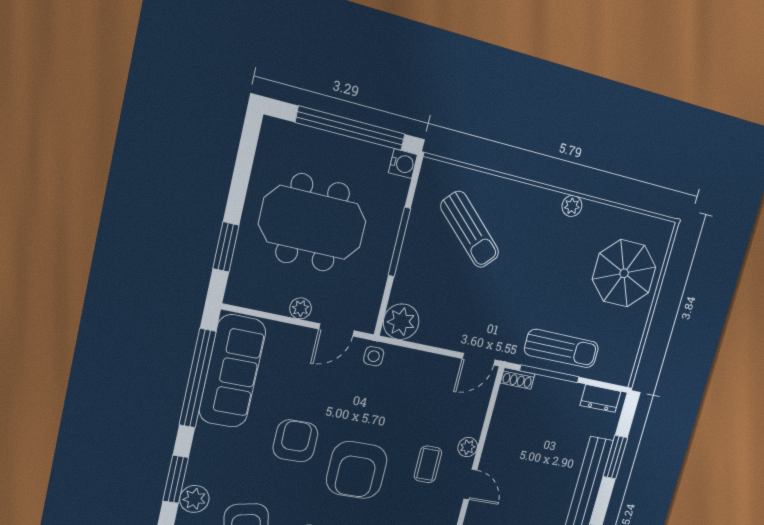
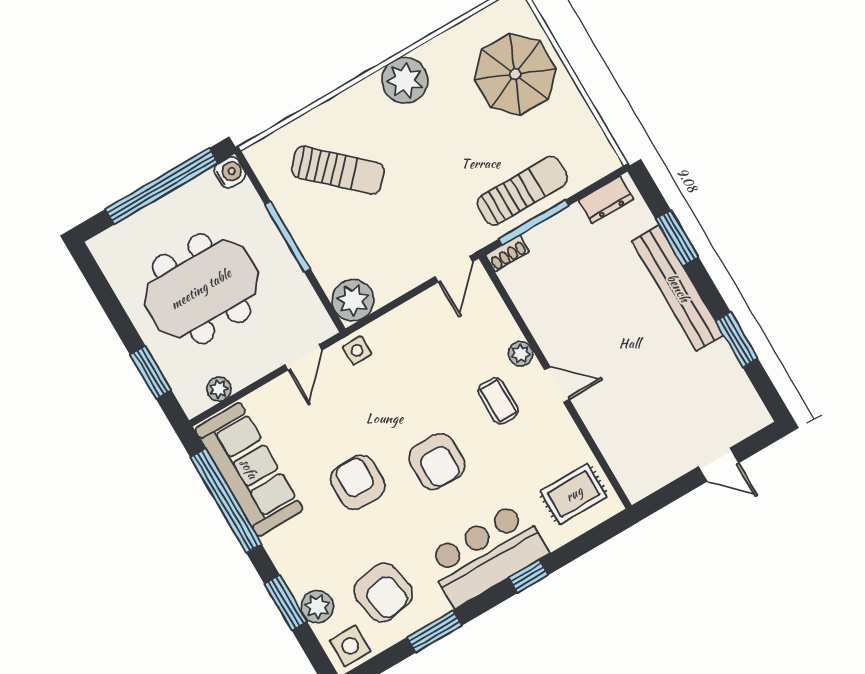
plant: (572, 206) -> (405, 80), width x1.88, depth x1.88
plant: (300, 308) -> (219, 389), moved
armchair: (357, 470) -> (437, 462), width x0.73, depth x0.73

